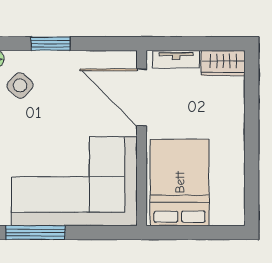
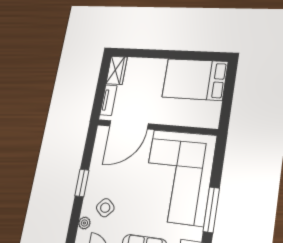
bed: (180, 182) -> (195, 79), moved

